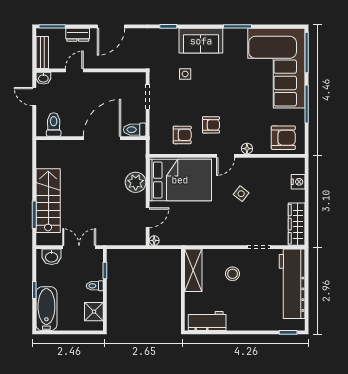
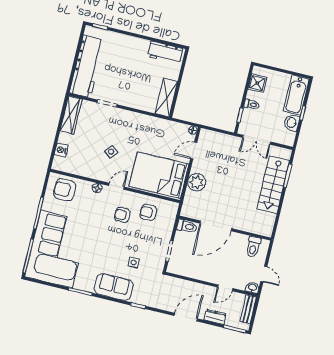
washbasin: (52, 257) -> (292, 123), moved, turned -90
stool: (233, 274) -> (134, 87), removed

